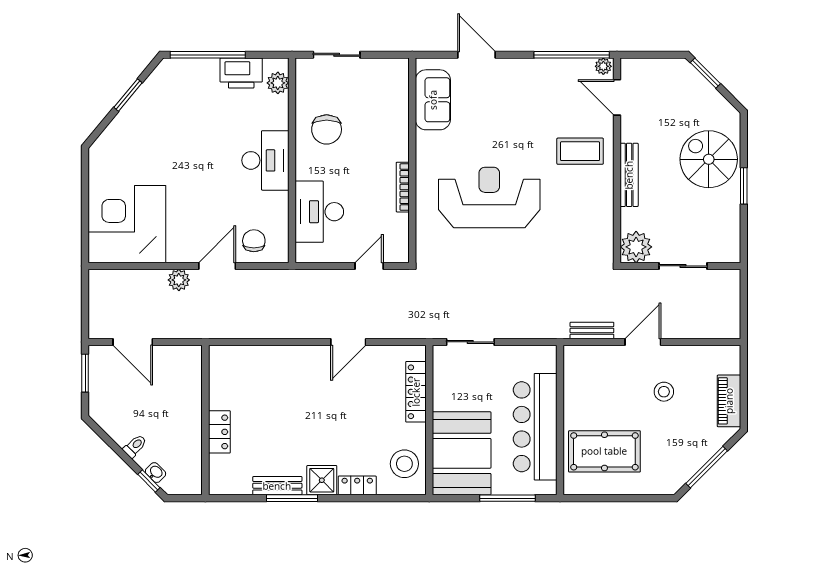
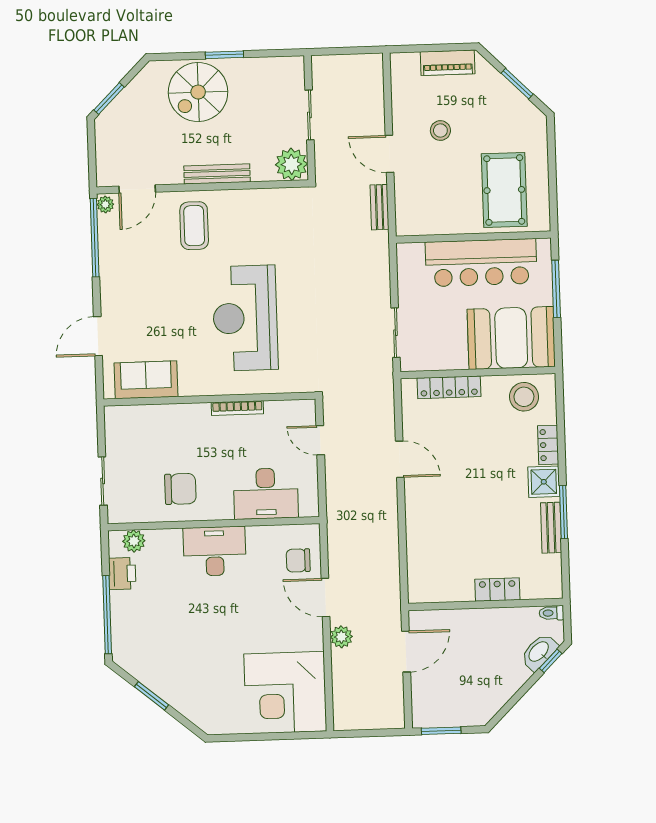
printer: (241, 73) -> (122, 573), width x0.73, depth x0.84
door: (133, 342) -> (406, 652), moved
toilet: (135, 446) -> (551, 613), moved, turned -45
window: (707, 467) -> (517, 84), width x0.69
washbasin: (155, 473) -> (539, 652), width x1.91, depth x1.45

